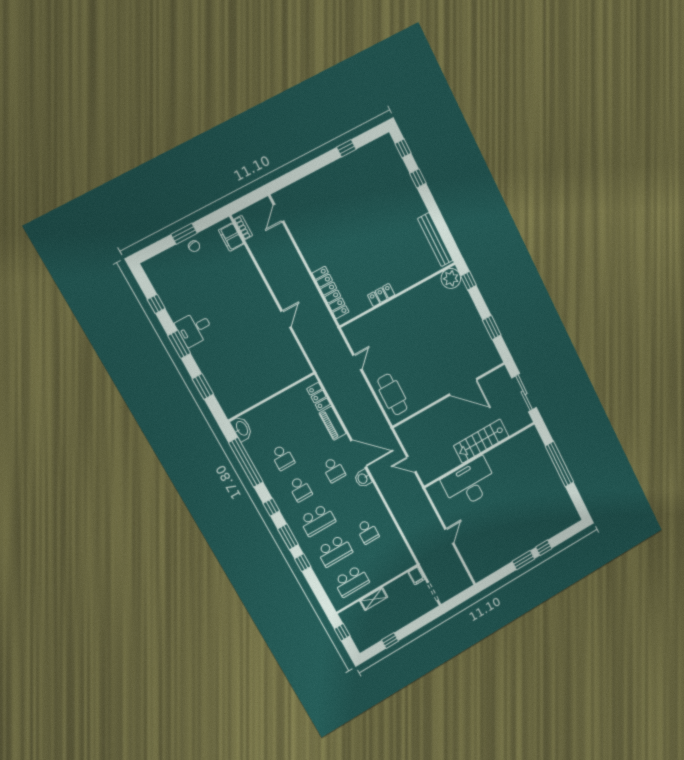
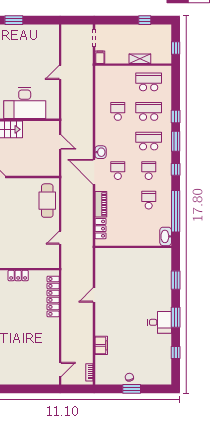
filing cabinet: (231, 237) -> (101, 345), moved

